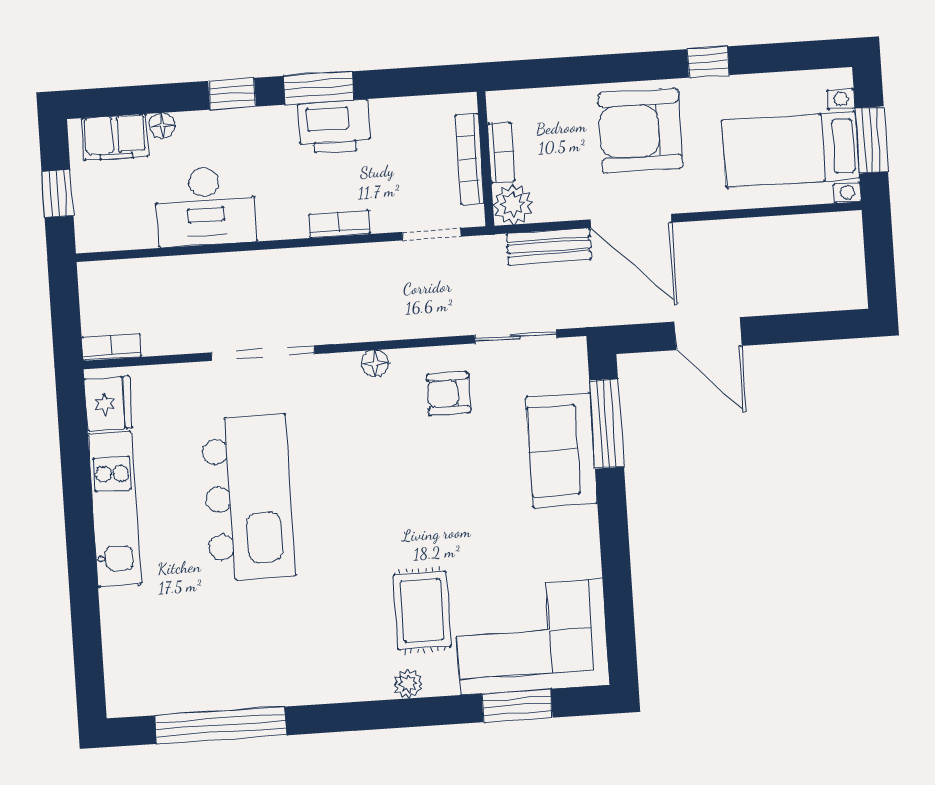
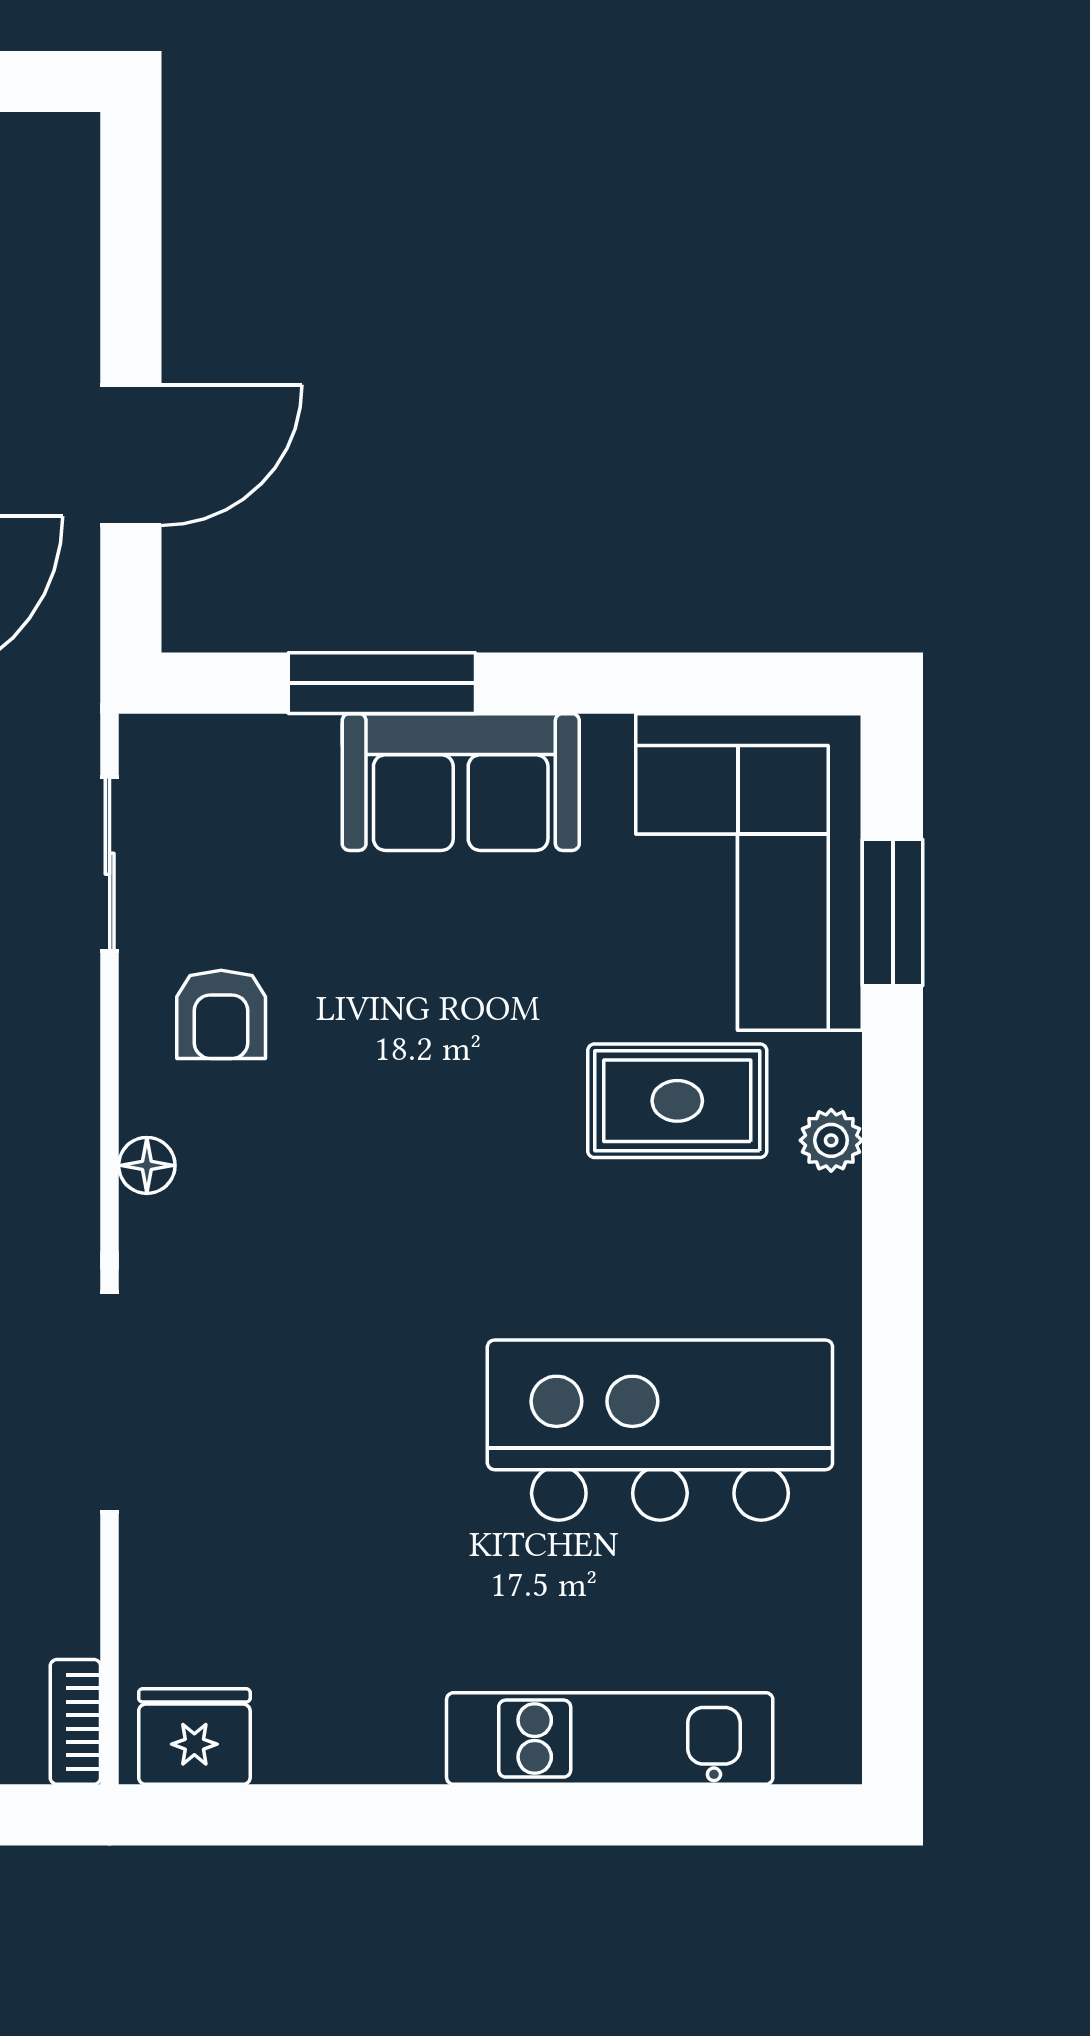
window: (607, 424) -> (382, 683), moved
sofa: (562, 450) -> (461, 782), moved
kitchen island: (248, 498) -> (660, 1430), moved
kitchen unit: (114, 509) -> (610, 1739), moved
window: (221, 725) -> (893, 1544), removed

